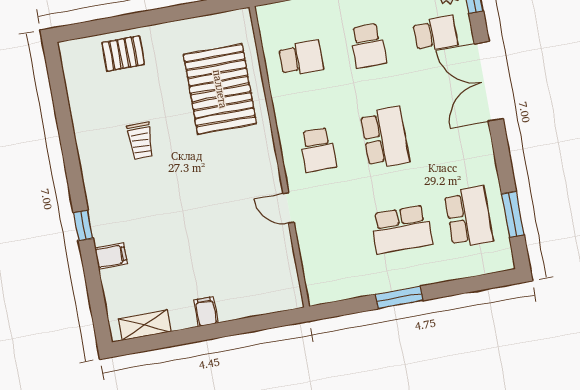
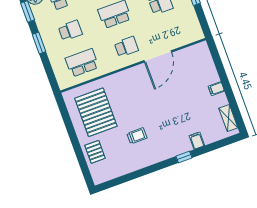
school desk: (301, 58) -> (82, 63), width x1.85
pallet: (220, 89) -> (96, 112), moved, turned 90
door: (289, 208) -> (158, 56), width x1.88

